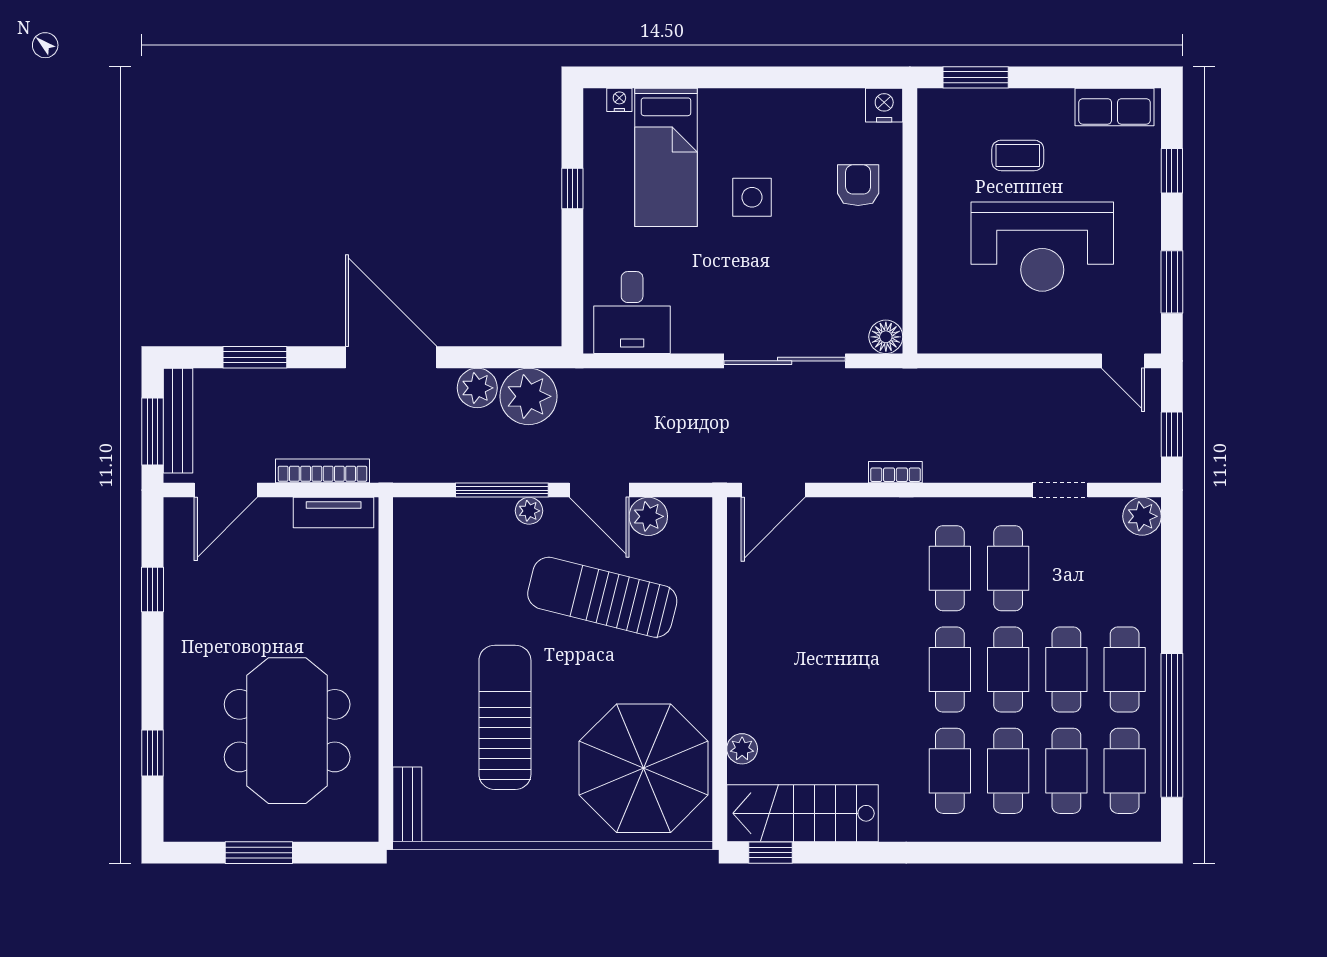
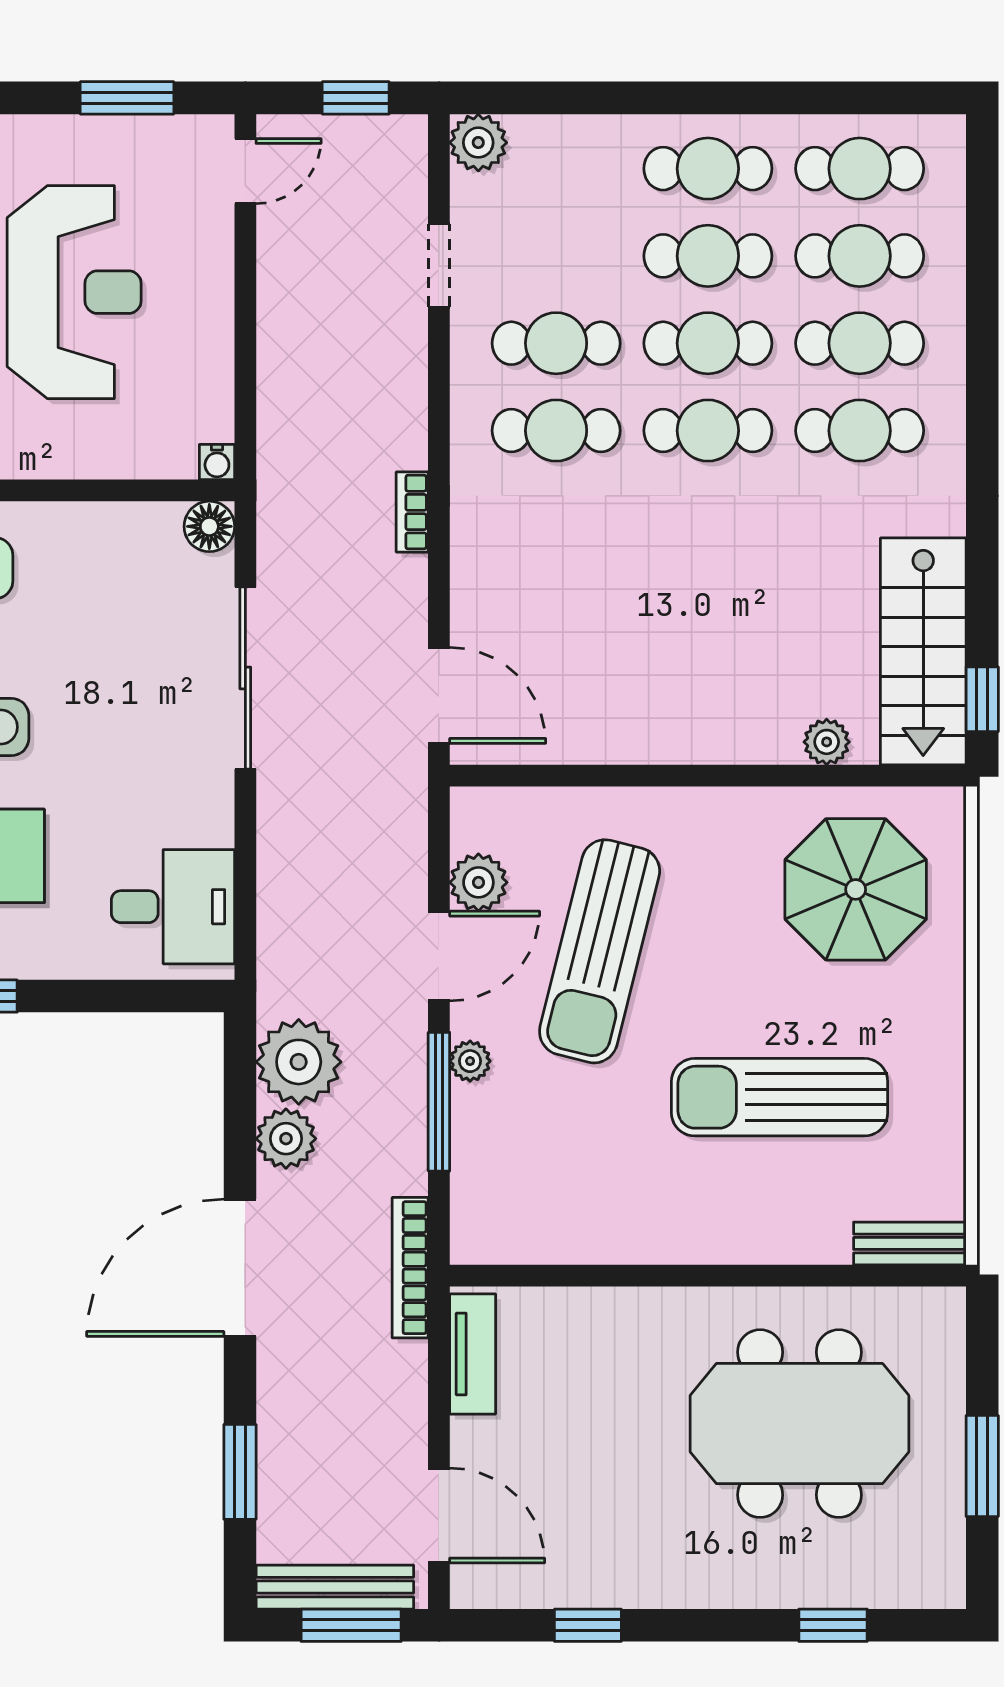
water cooler: (929, 342) -> (217, 462), added
bookcase: (322, 471) -> (410, 1268), moved
window: (1172, 725) -> (791, 98), removed
parasol: (644, 768) -> (856, 889), width x0.73, depth x0.73

